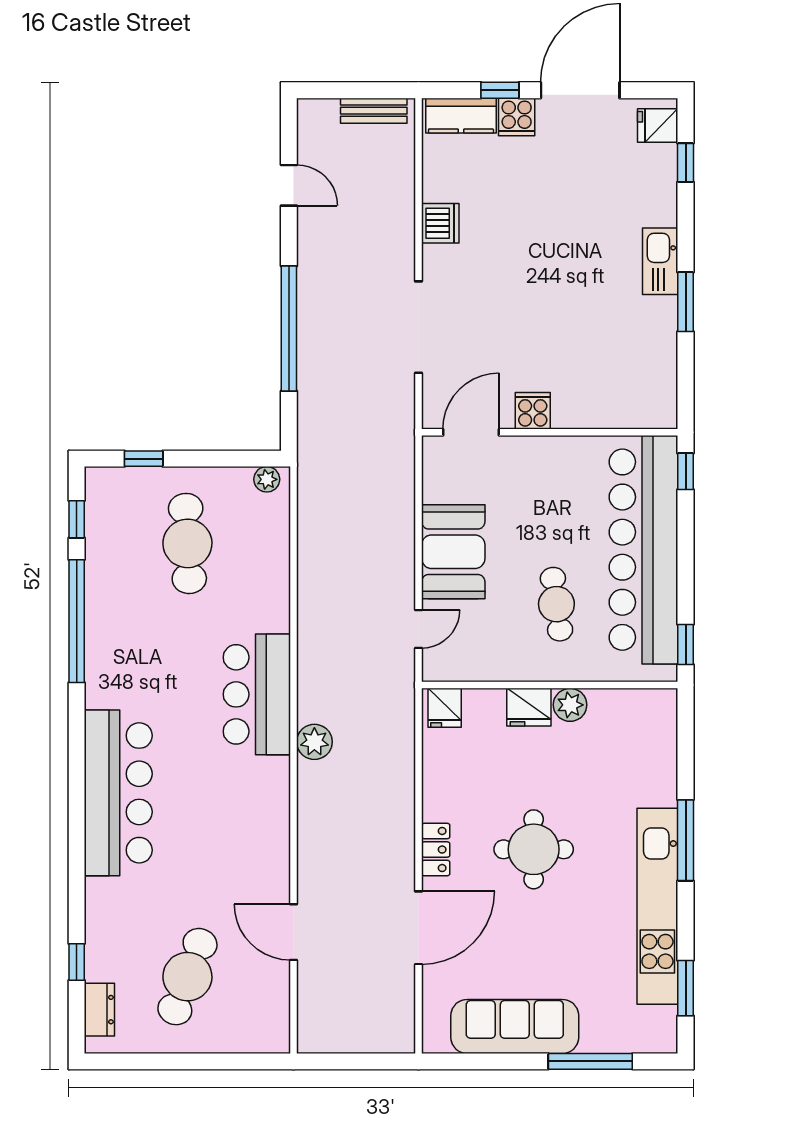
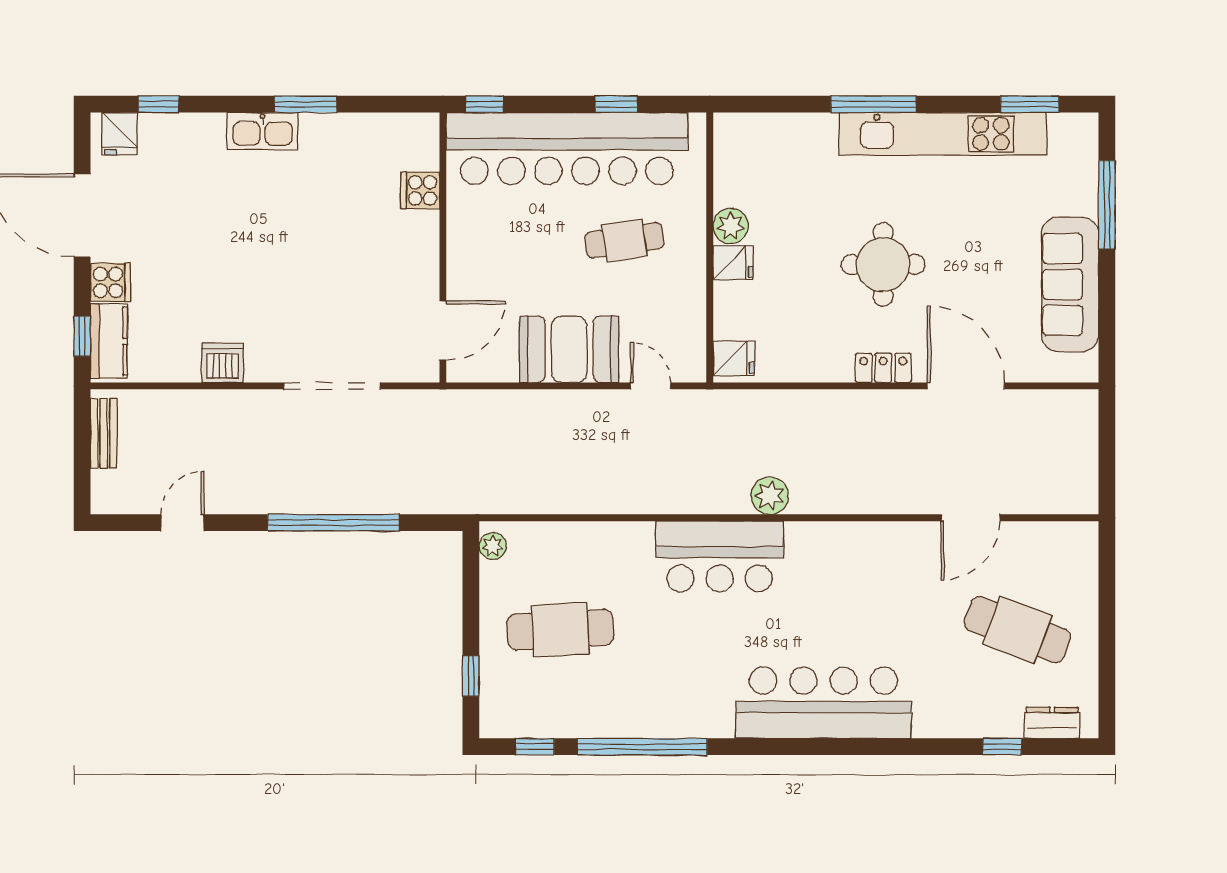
window: (500, 90) -> (82, 336), moved
cooker: (533, 411) -> (420, 190), moved
door: (471, 432) -> (443, 331), swing flipped
window: (686, 644) -> (616, 104), moved
fridge: (529, 707) -> (733, 263), width x0.72

